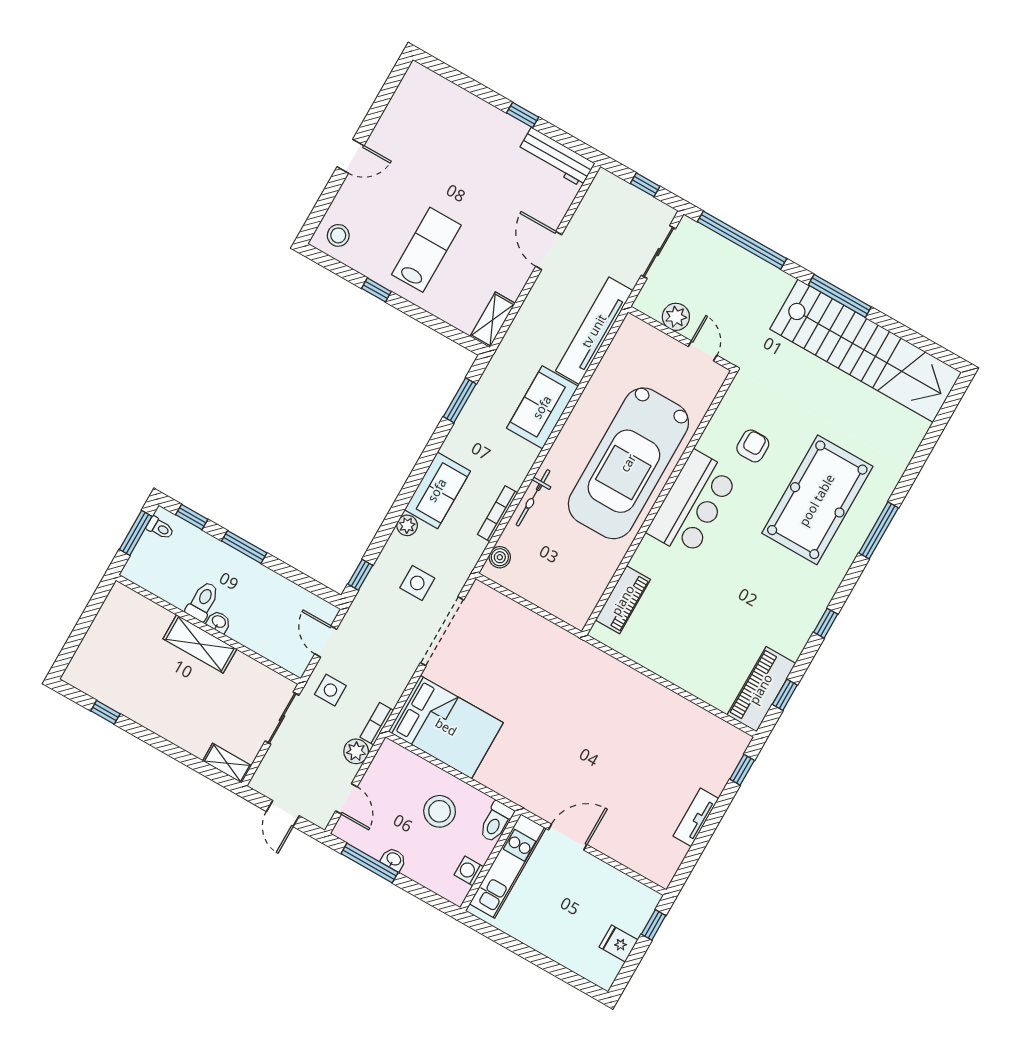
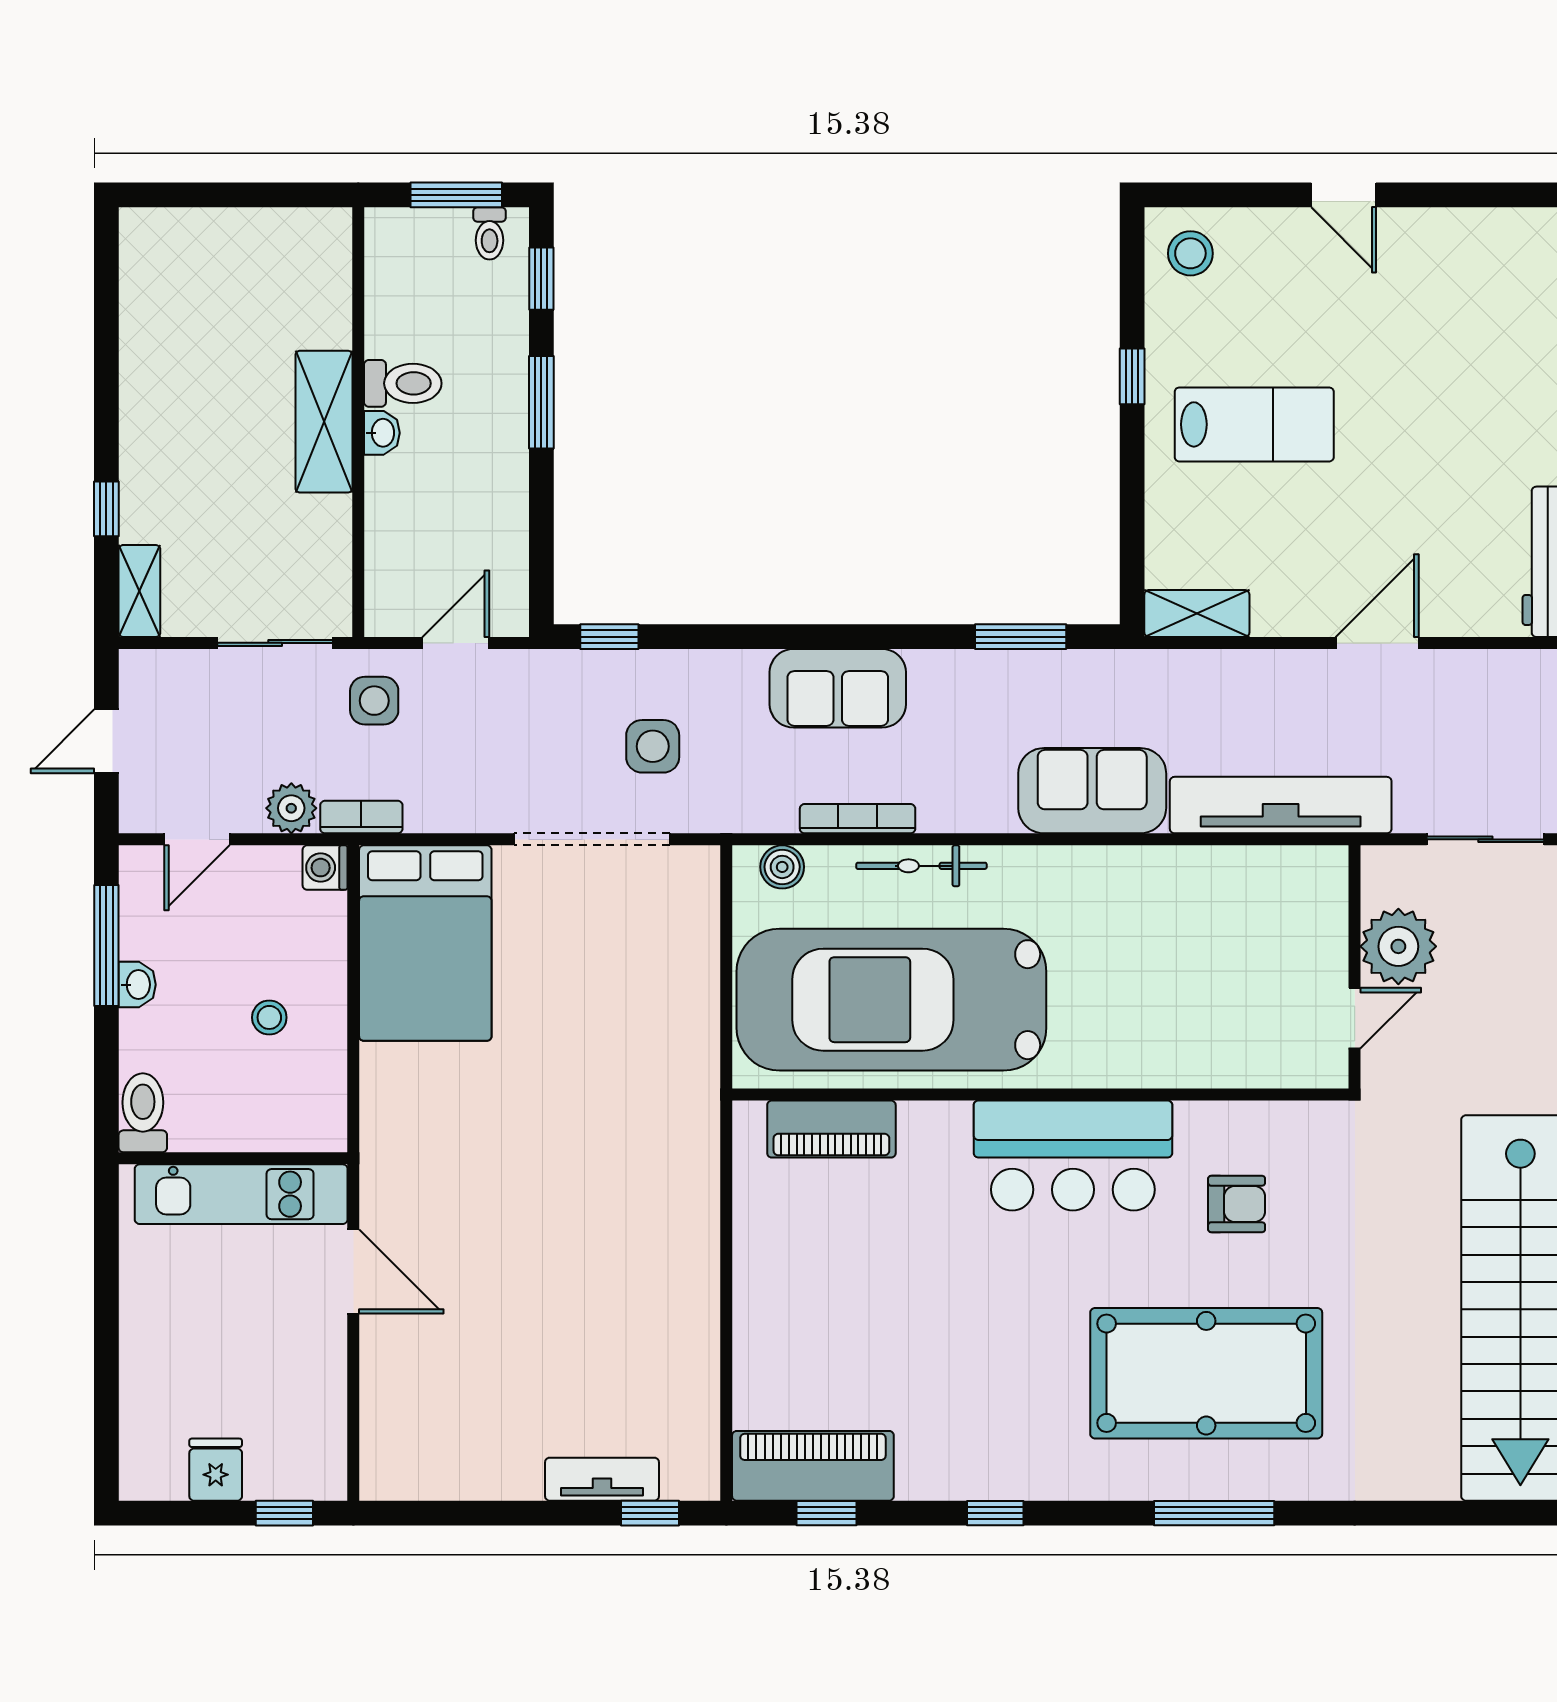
plant: (676, 317) -> (1398, 946), width x1.36, depth x1.36
car: (628, 463) -> (891, 1000), moved
plant: (407, 525) -> (745, 670), removed
window: (105, 712) -> (106, 509), moved
stool: (440, 811) -> (269, 1017), width x0.53, depth x0.53
tv unit: (696, 817) -> (602, 1479), moved
toilet: (496, 822) -> (143, 1113), moved, turned 90
washing machine: (469, 871) -> (325, 868), moved, turned -90

